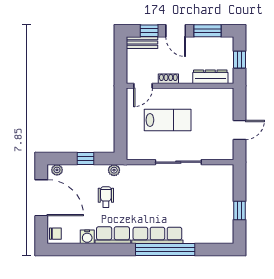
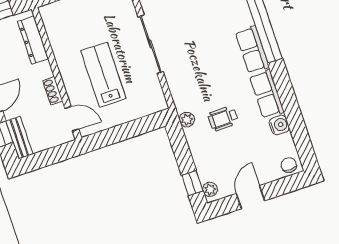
window: (85, 158) -> (192, 183), moved
door: (41, 198) -> (250, 197), width x0.53
row of seats: (157, 235) -> (252, 50), width x0.68

